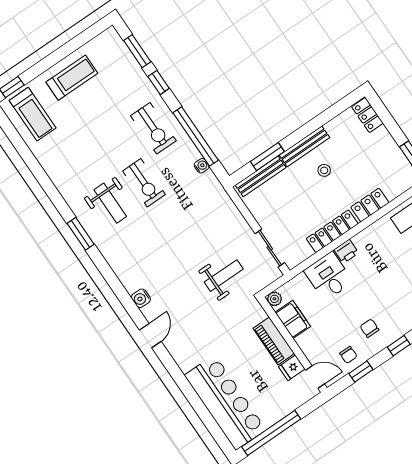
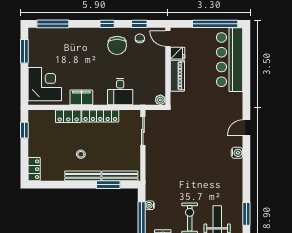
printer: (346, 251) -> (100, 99), removed
weight bench: (224, 276) -> (180, 133), removed
filing cabinet: (293, 319) -> (81, 97), moved, turned 90
chair: (369, 328) -> (117, 45), width x1.87, depth x1.87

